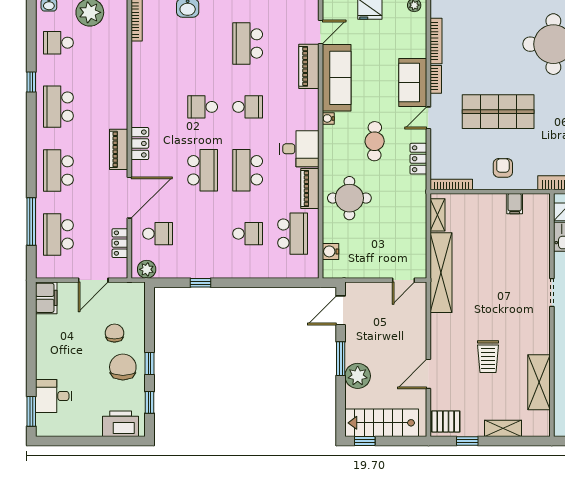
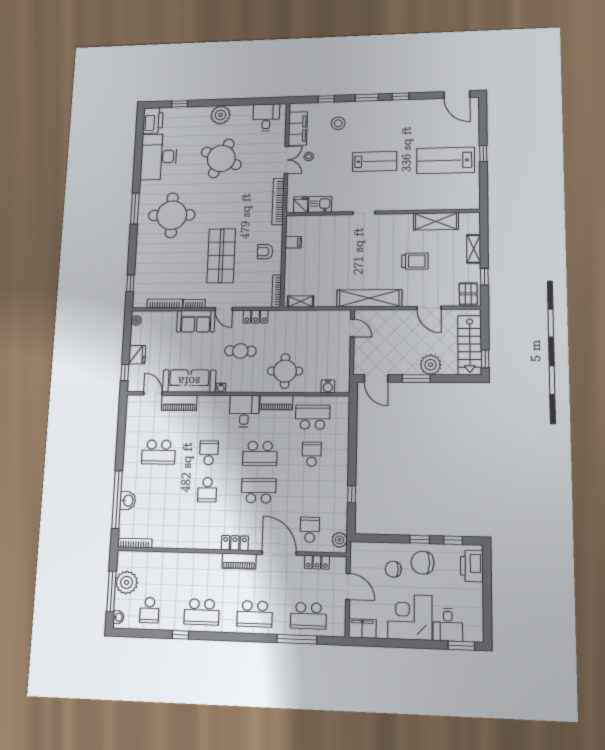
shelving: (441, 273) -> (369, 298), moved
corner desk: (61, 353) -> (410, 617), added

